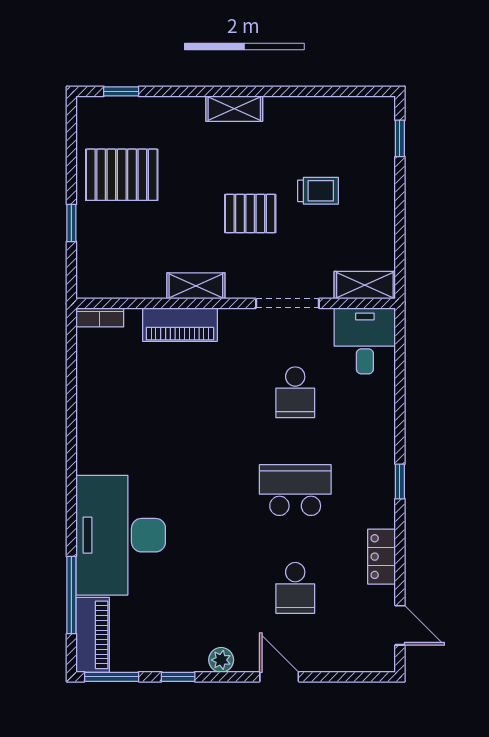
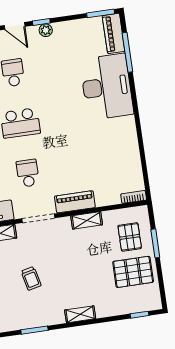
window: (326, 91) -> (34, 330), added
trolley: (318, 191) -> (31, 278), turned -103
pallet: (250, 214) -> (130, 237), moved, turned 90
window: (71, 223) -> (155, 243), width x1.50
piano: (180, 325) -> (75, 202), moved
window: (178, 677) -> (41, 22), moved

